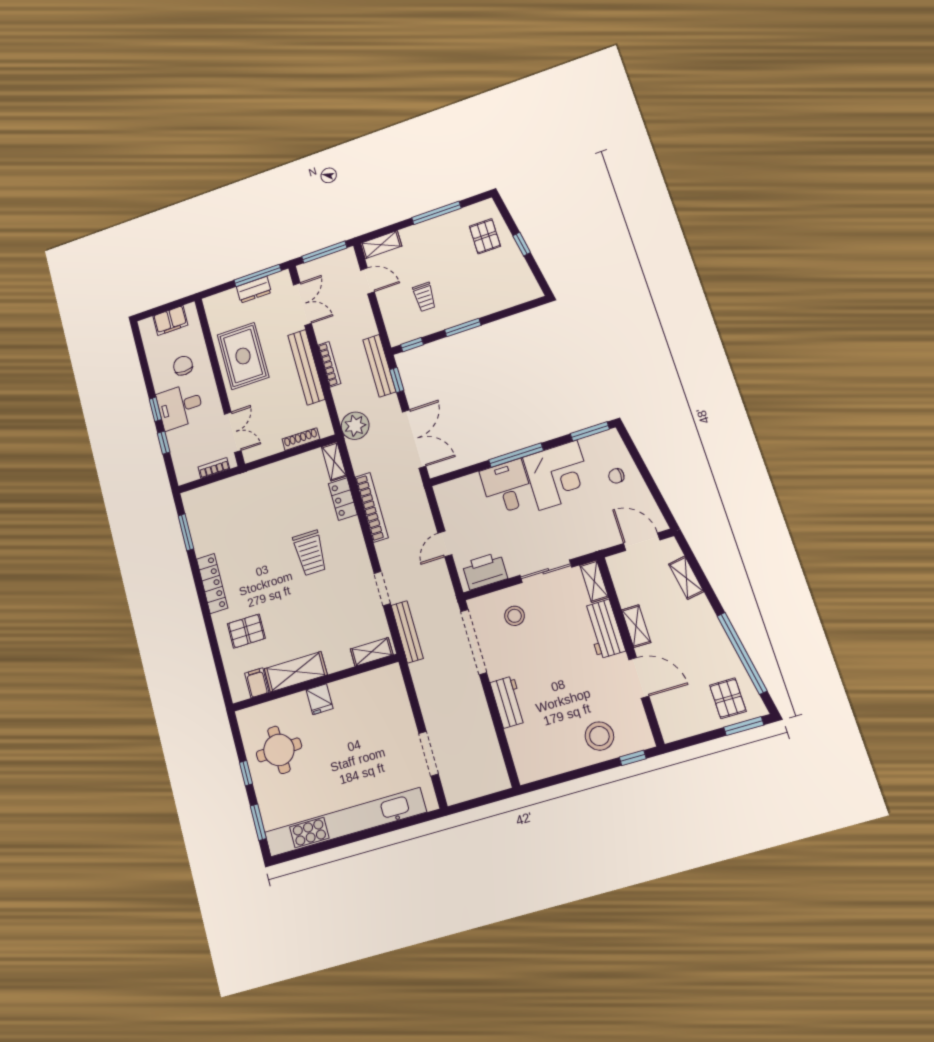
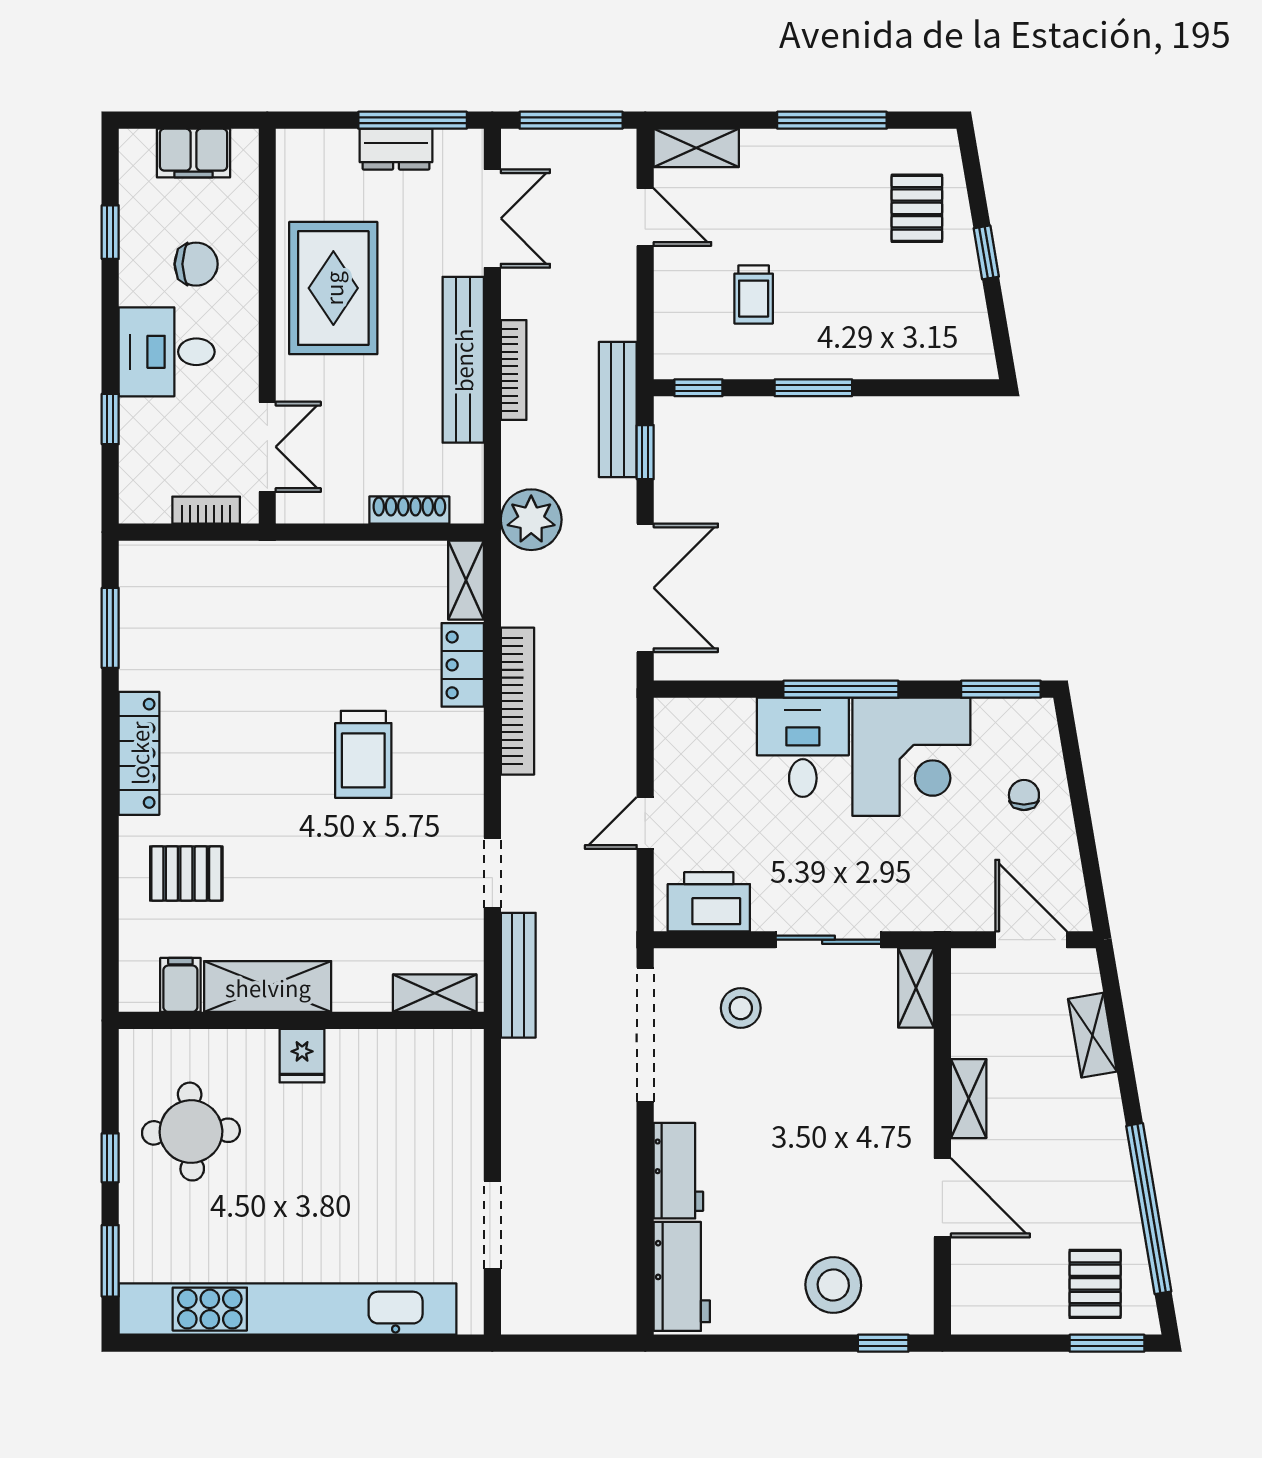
chair: (183, 366) -> (196, 264), turned 90
window: (155, 409) -> (110, 232), moved
chair: (616, 476) -> (1024, 795), turned 90
workbench: (604, 629) -> (682, 1276), moved, turned 180

